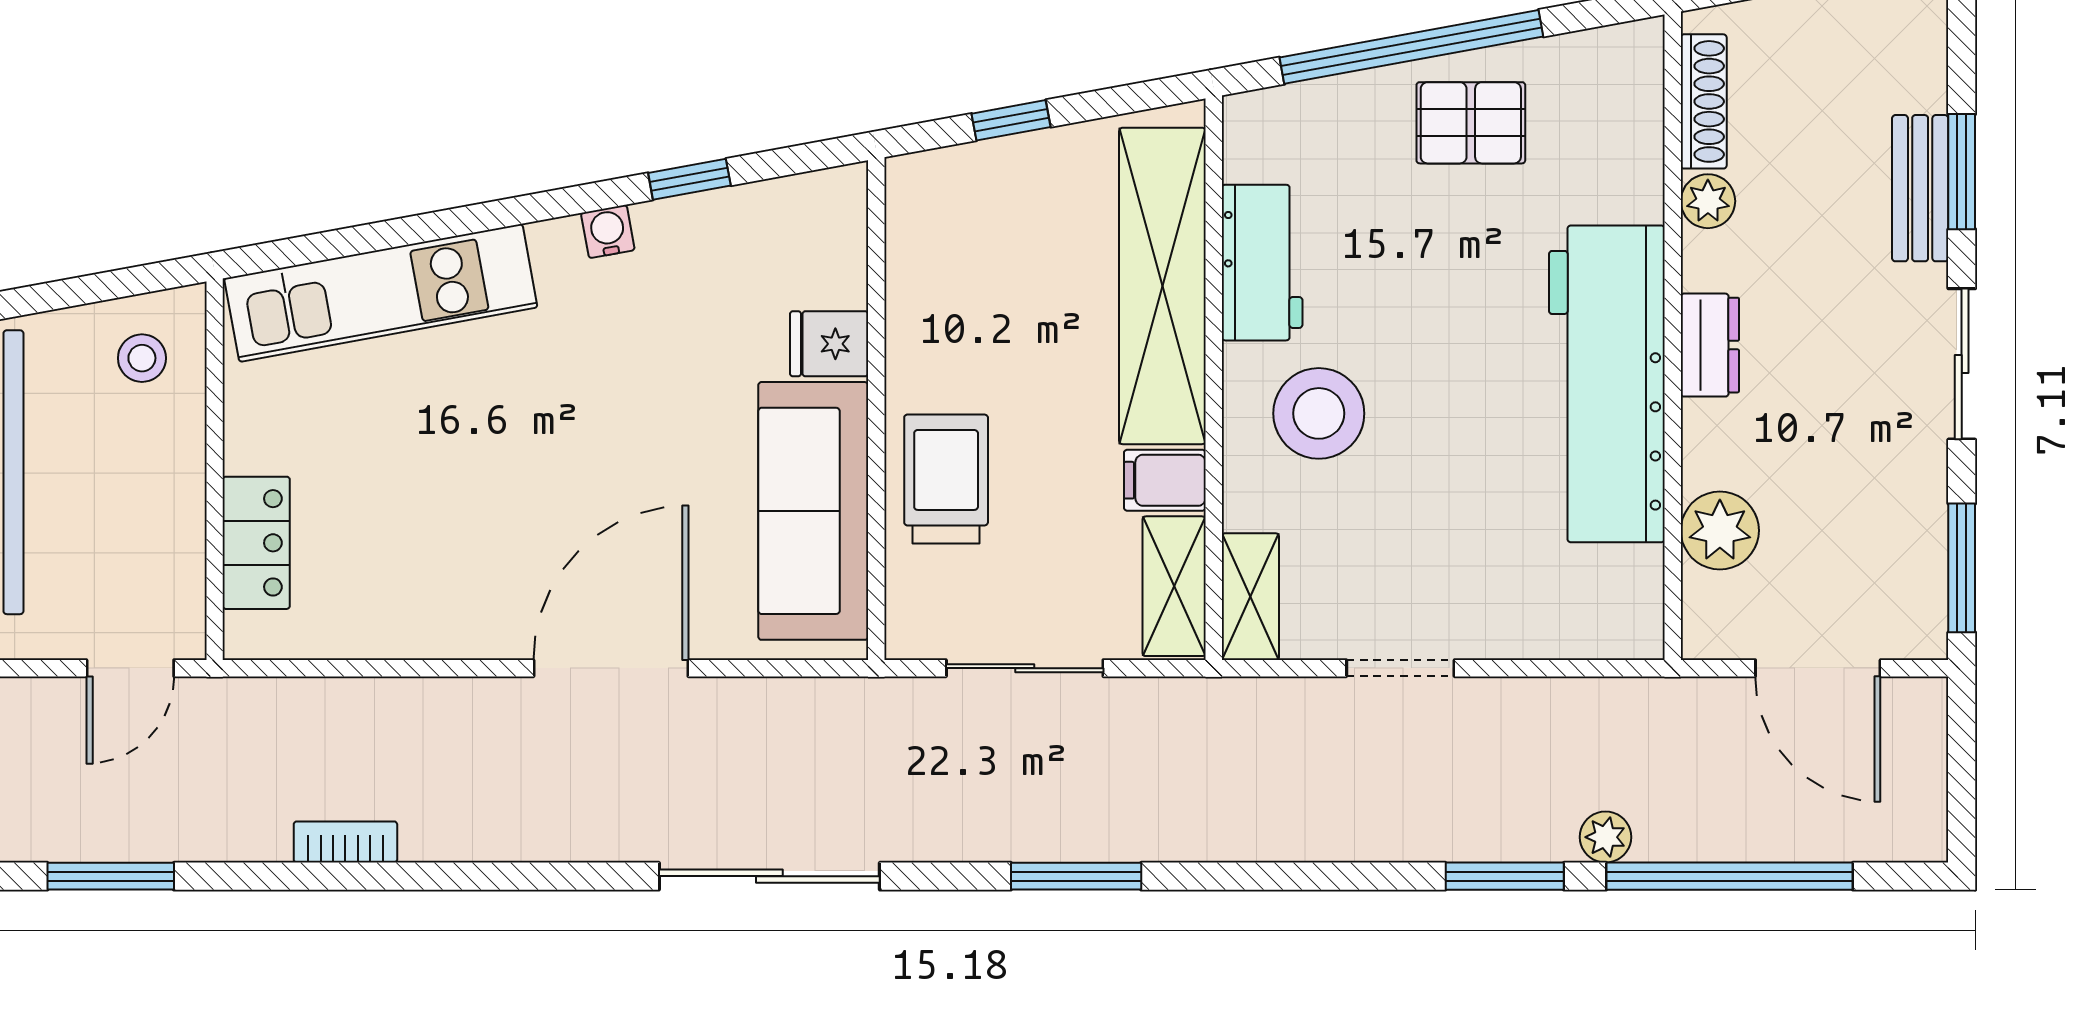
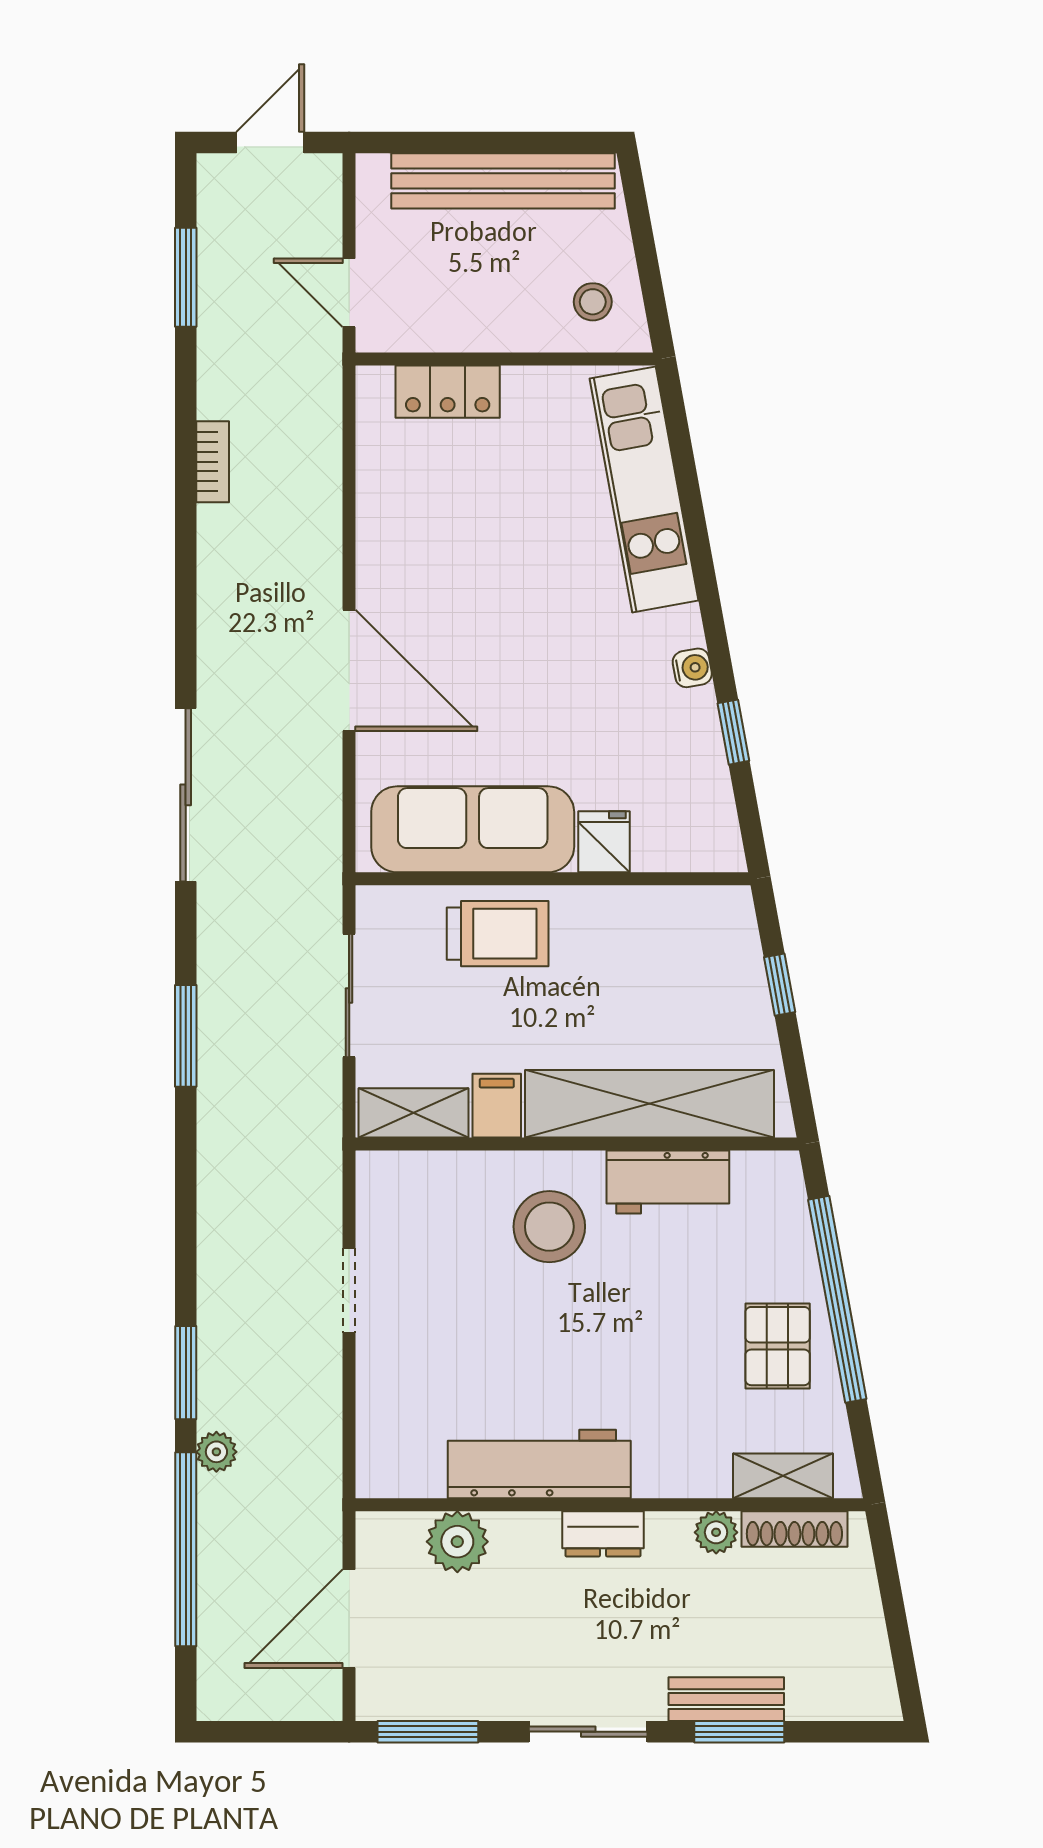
workbench: (1607, 384) -> (539, 1464), width x0.73, depth x0.76
shelving: (1250, 597) -> (783, 1476), moved

